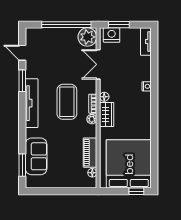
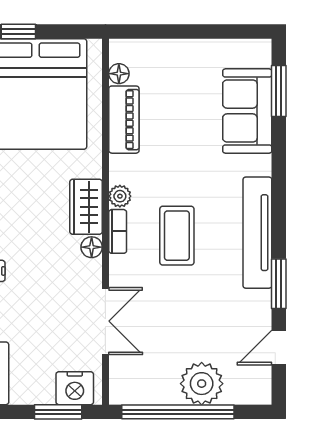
plant: (87, 37) -> (202, 384), moved
door: (22, 53) -> (279, 348), swing flipped
coffee table: (67, 102) -> (177, 236), width x0.73, depth x0.76

